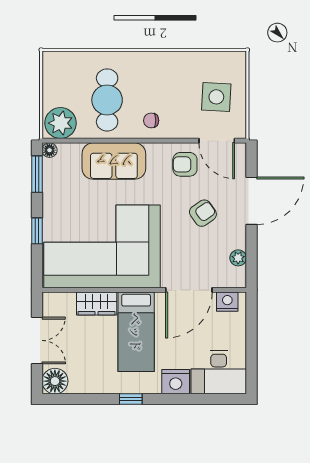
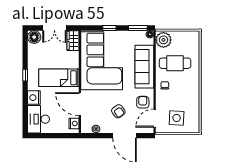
sofa: (114, 161) -> (144, 67), width x1.36
wardrobe: (97, 303) -> (73, 41), moved

